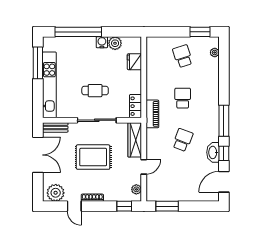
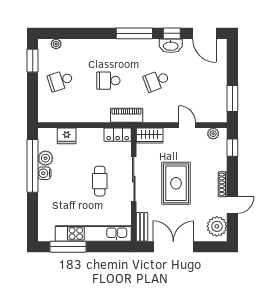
window: (78, 32) -> (33, 166), moved
wardrobe: (135, 140) -> (150, 136), width x0.67
school desk: (183, 140) -> (156, 81), turned -42

